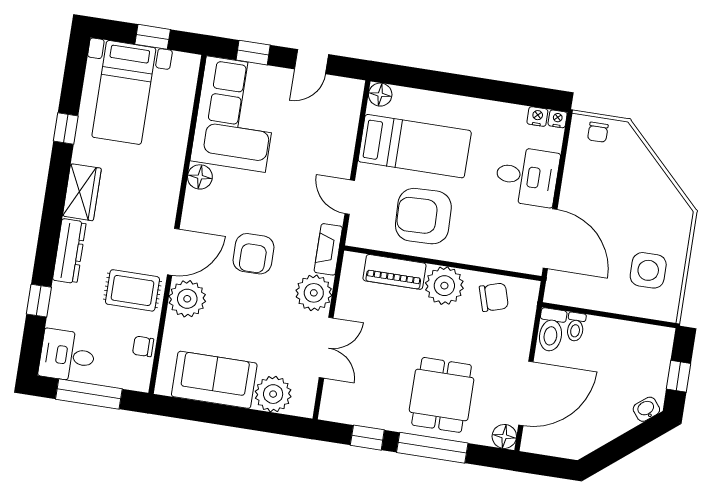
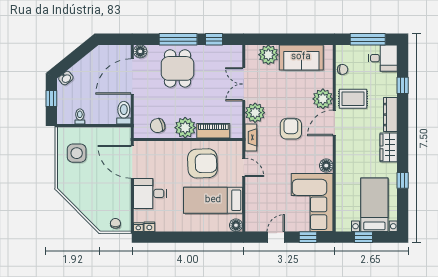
toilet: (576, 327) -> (80, 116), moved

